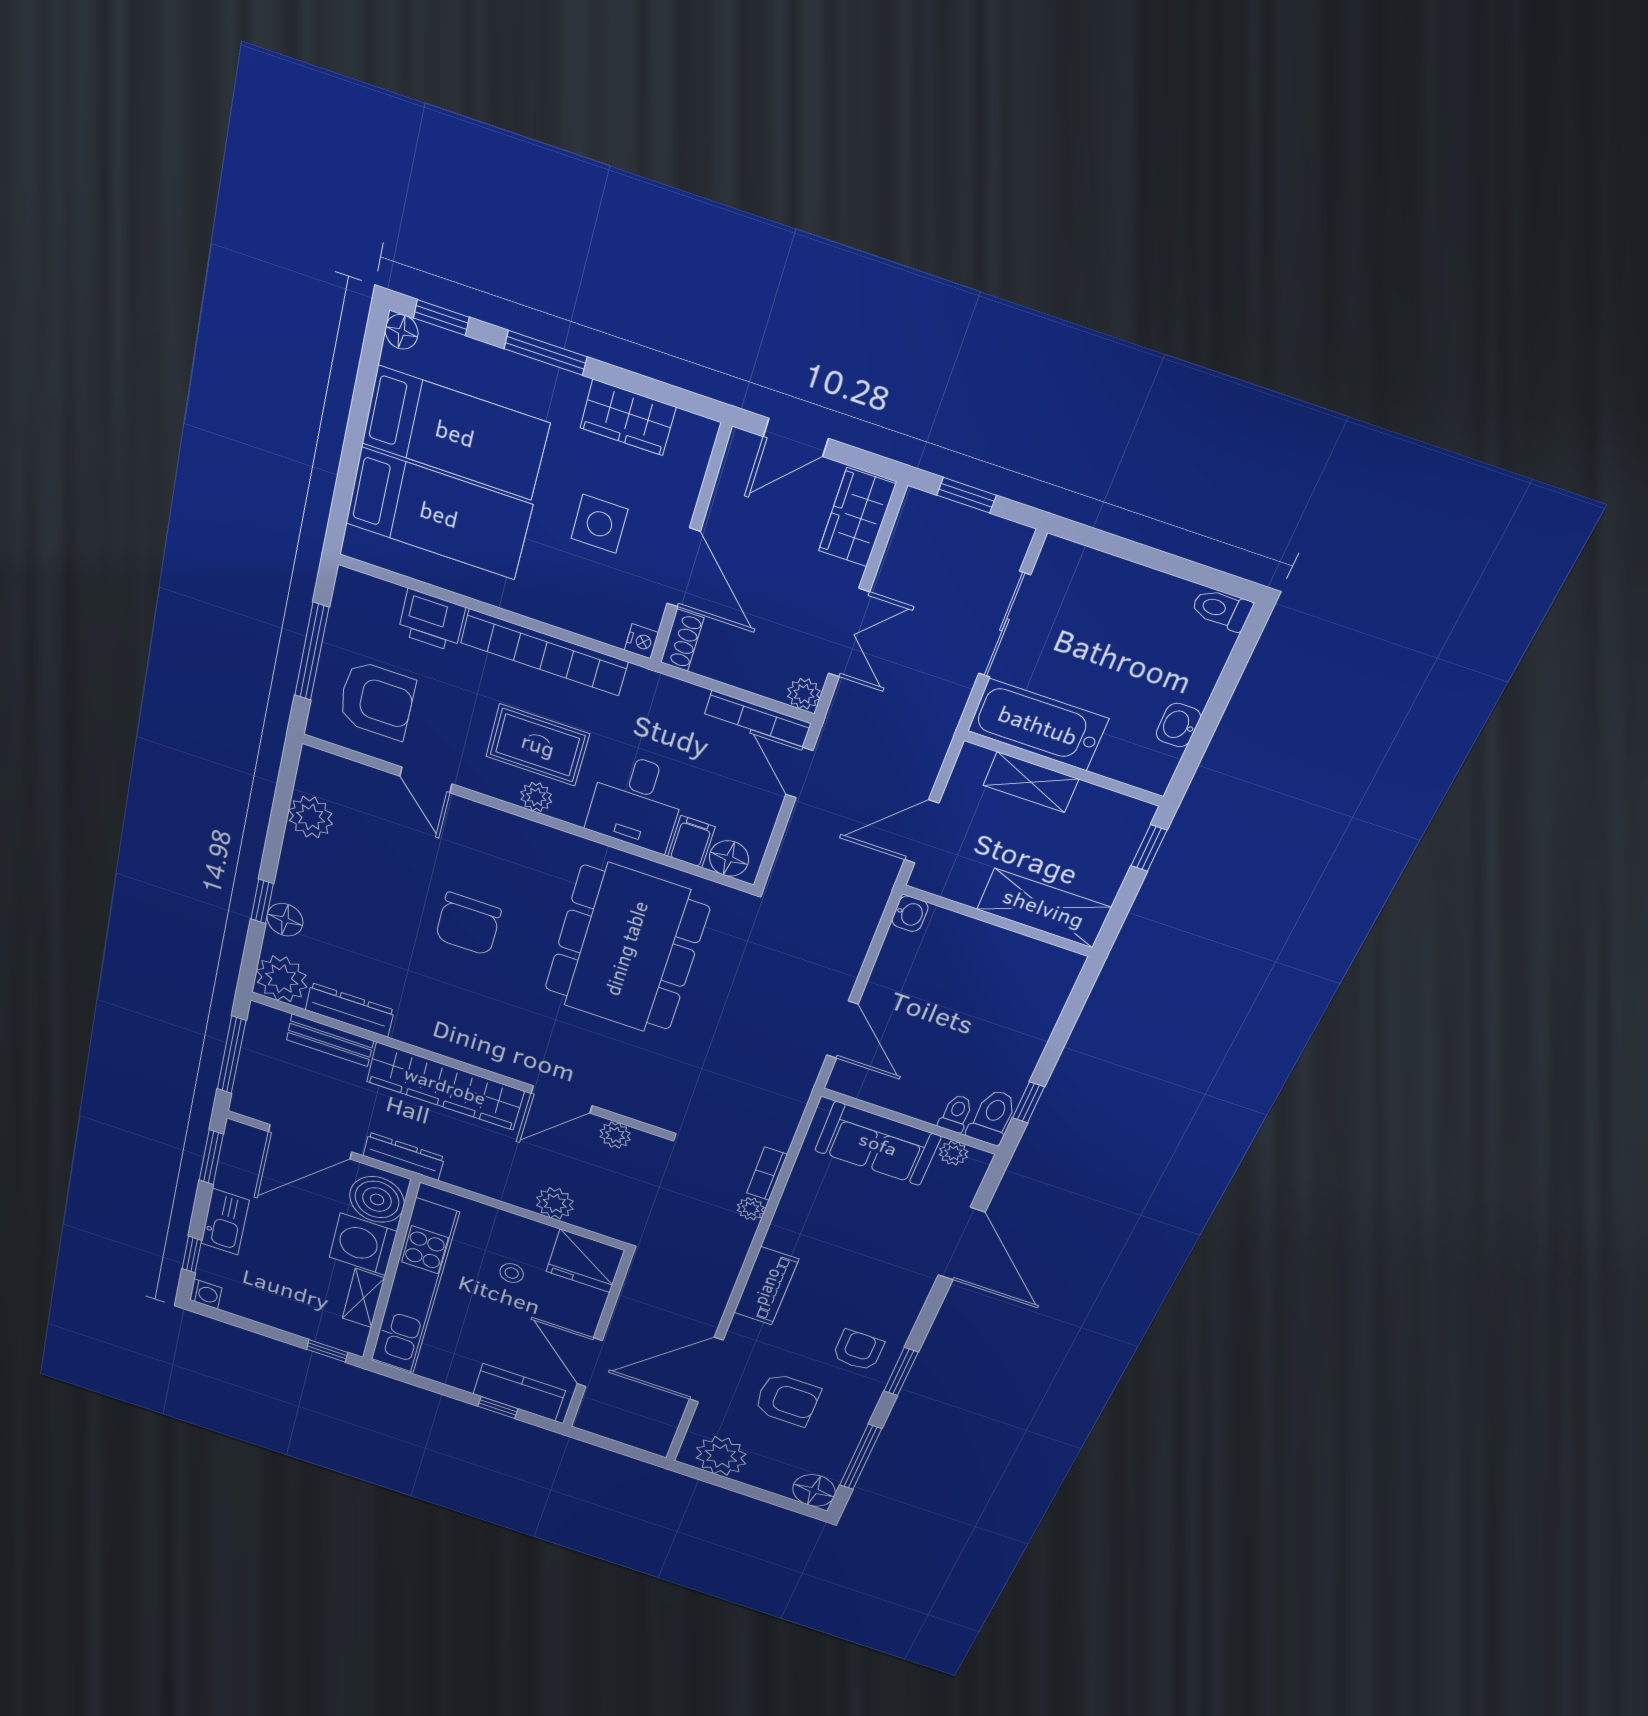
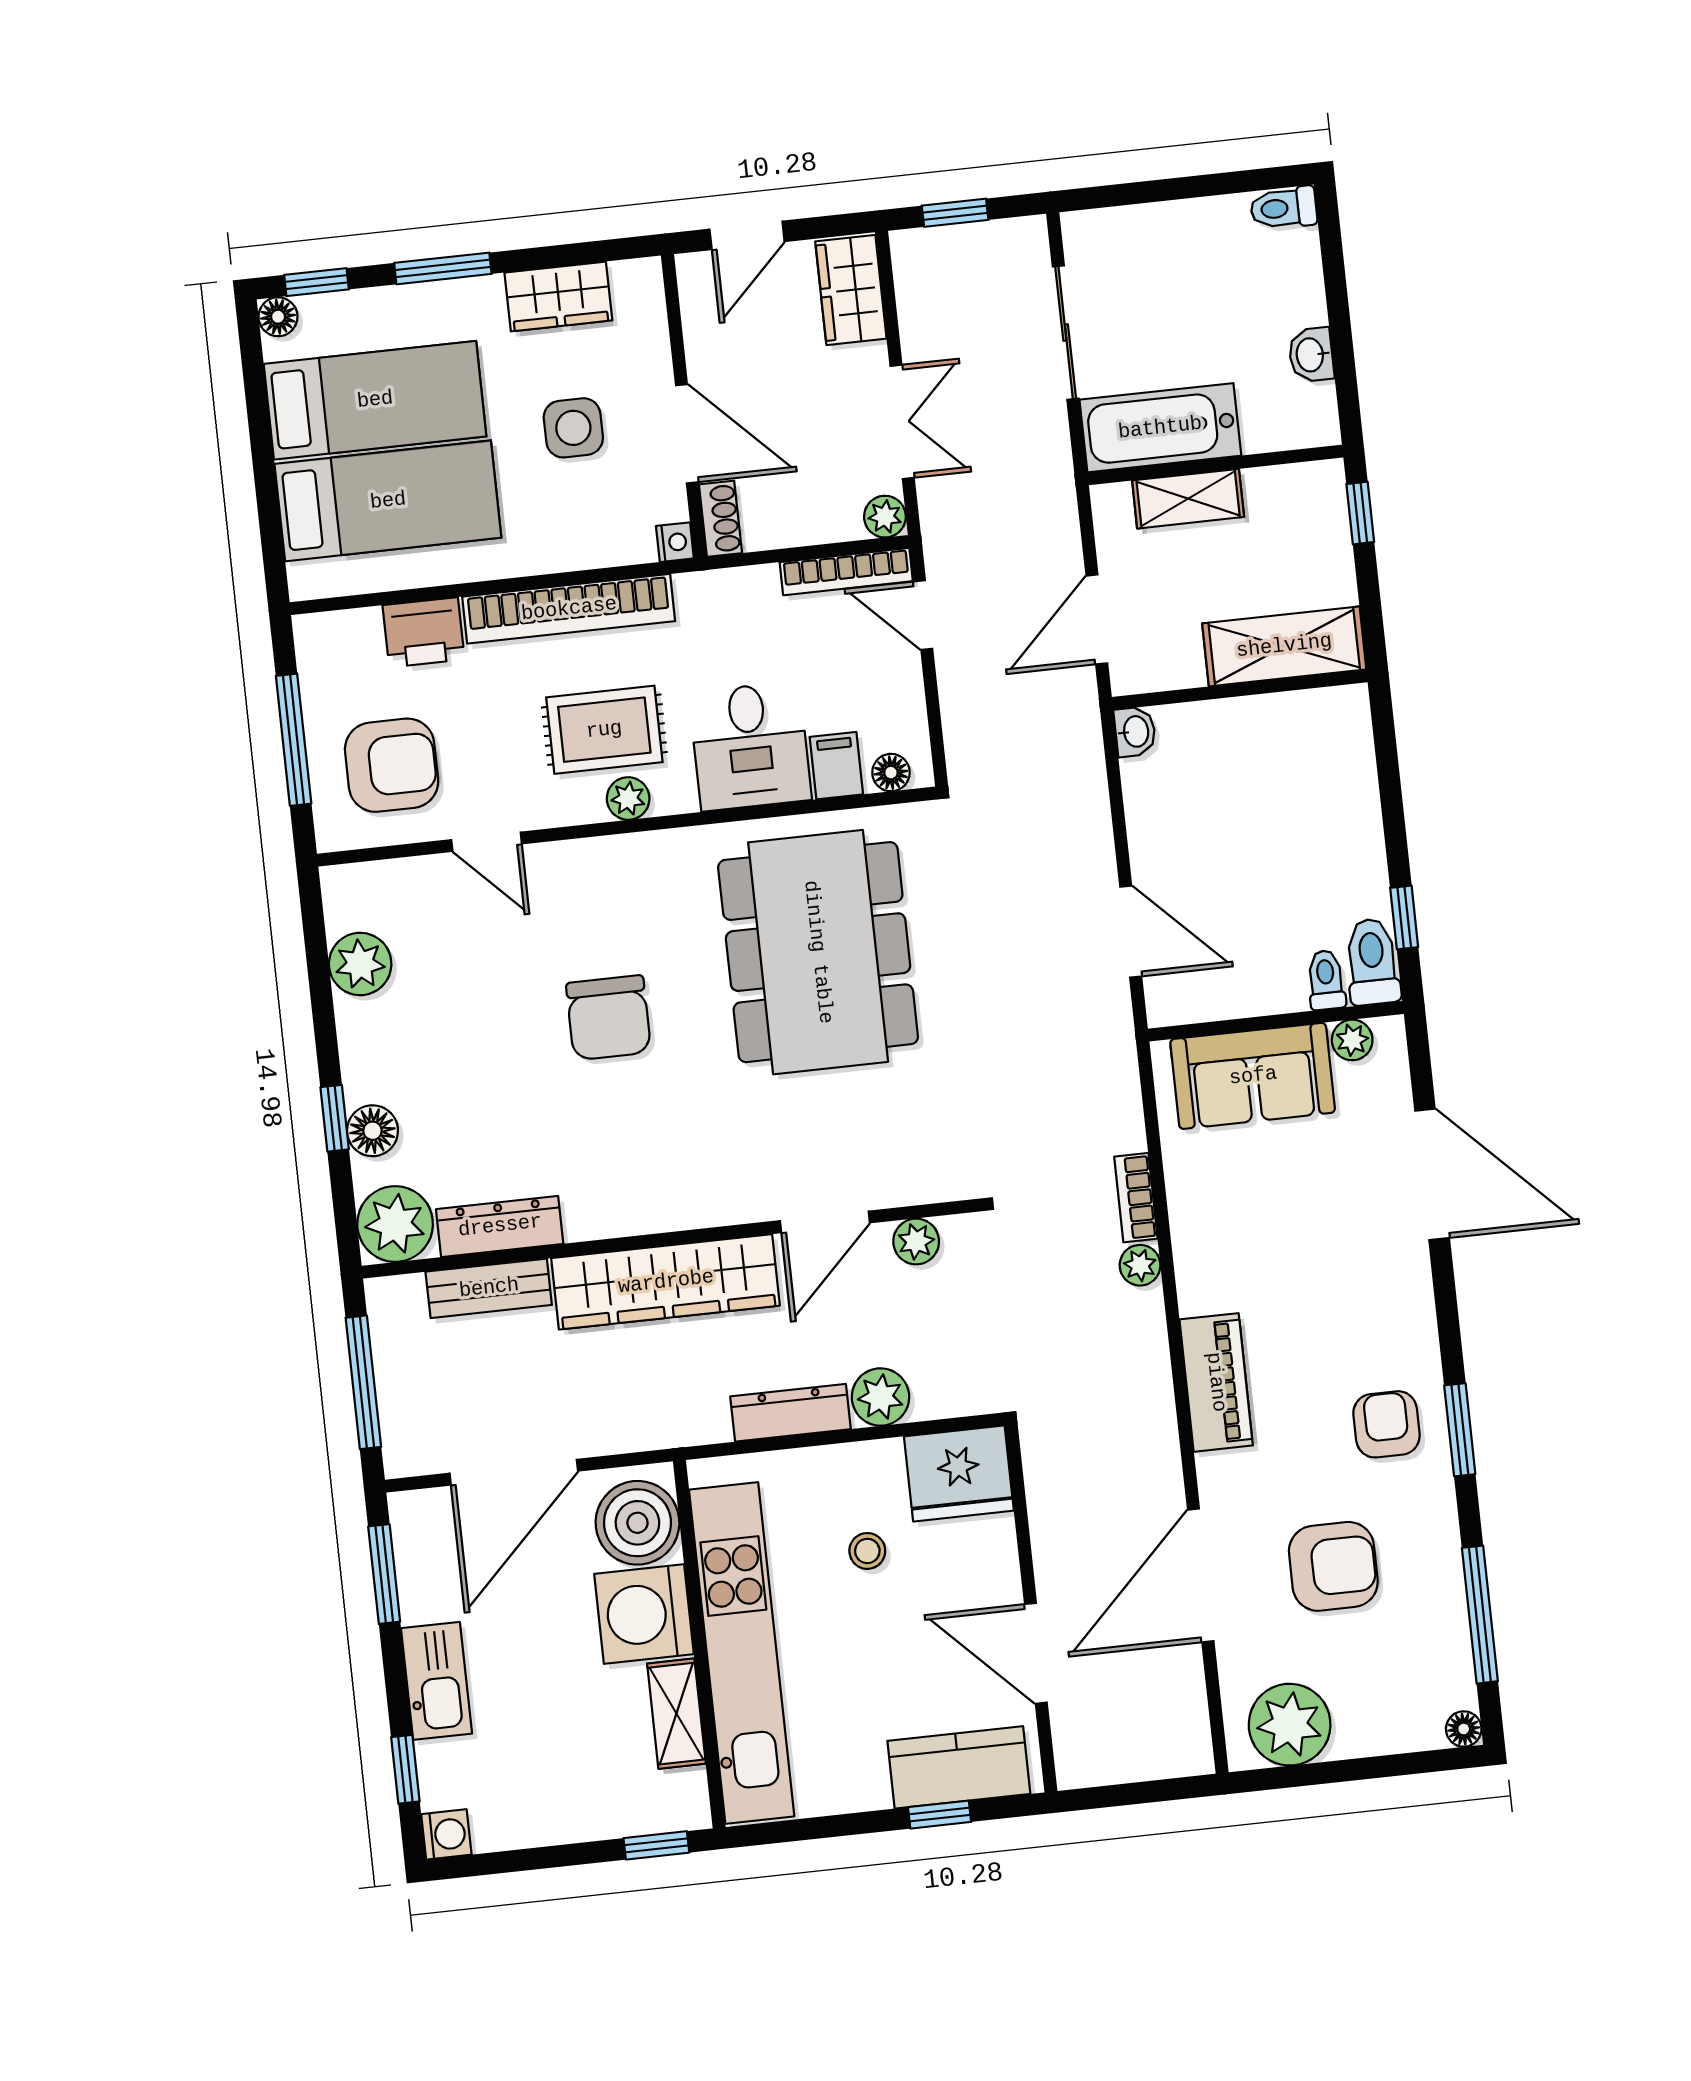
floor lamp: (729, 858) -> (891, 773), width x0.73, depth x0.73
dresser: (404, 1156) -> (790, 1413), moved
floor lamp: (814, 1490) -> (1464, 1729), width x0.53, depth x0.53

